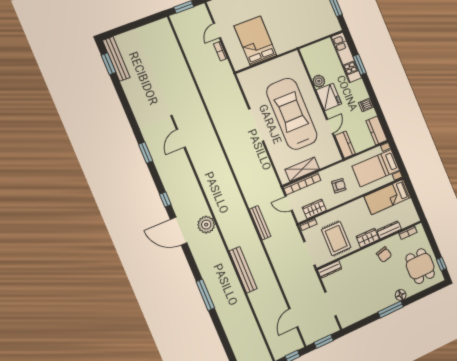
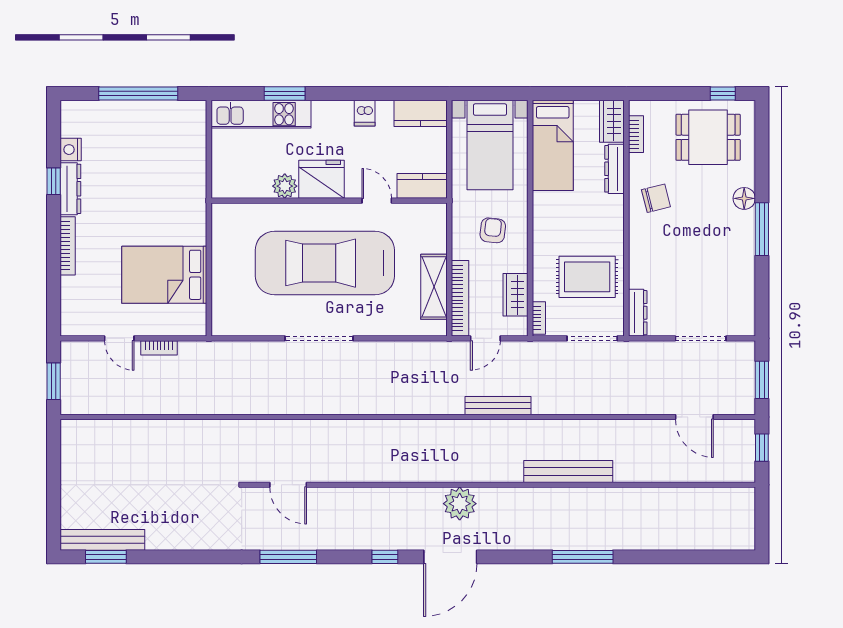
window: (146, 153) -> (288, 557), width x1.44
wardrobe: (368, 238) -> (612, 121), moved

